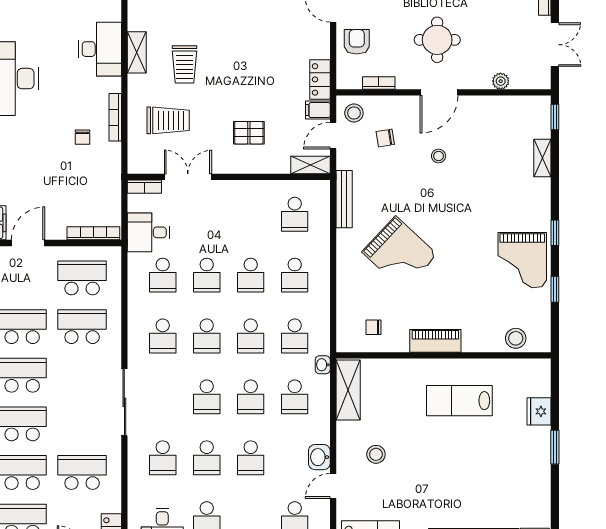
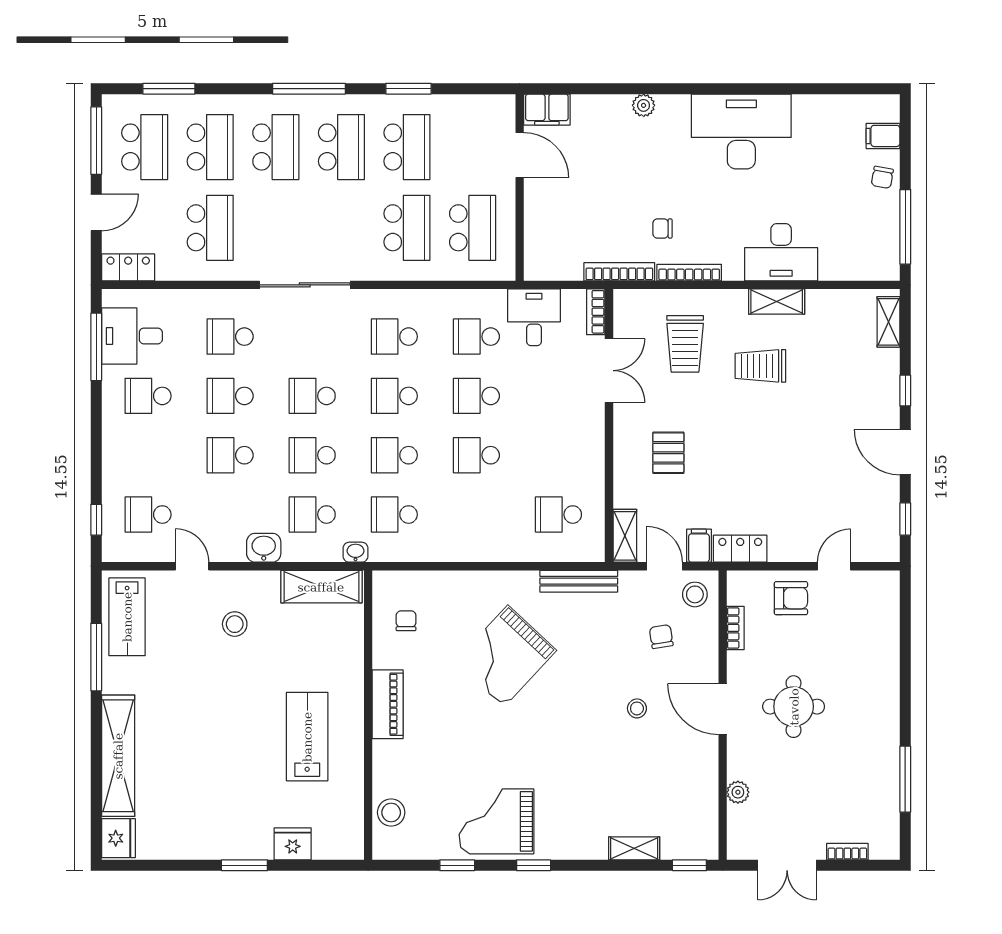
bookcase: (93, 233) -> (619, 272), moved, turned -90
school desk: (295, 275) -> (476, 515), removed
washbasin: (319, 457) -> (264, 548), moved

